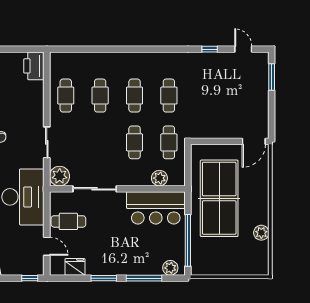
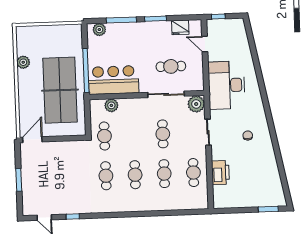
printer: (34, 66) -> (220, 173), moved
window: (272, 77) -> (19, 180), moved
cafe table: (135, 142) -> (163, 134), moved
cafe table: (68, 221) -> (171, 66), moved
window: (188, 240) -> (86, 70), moved

